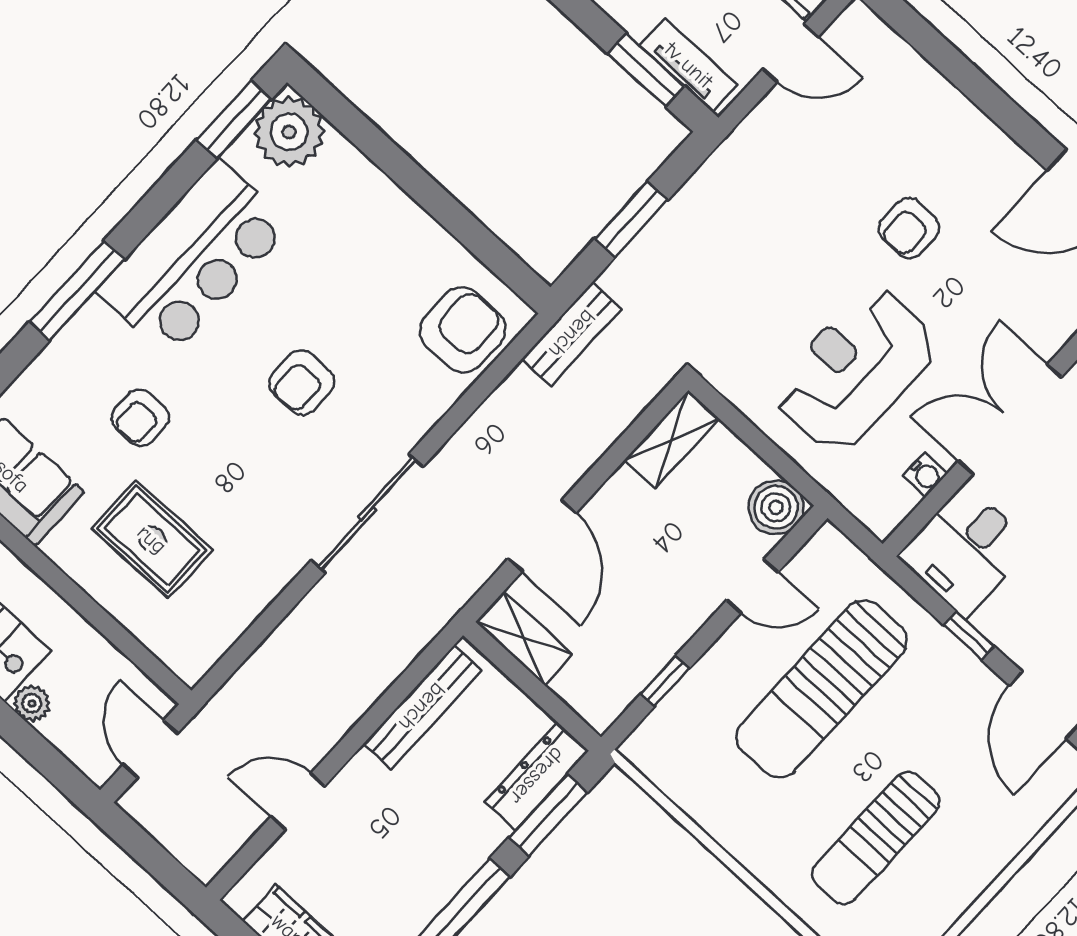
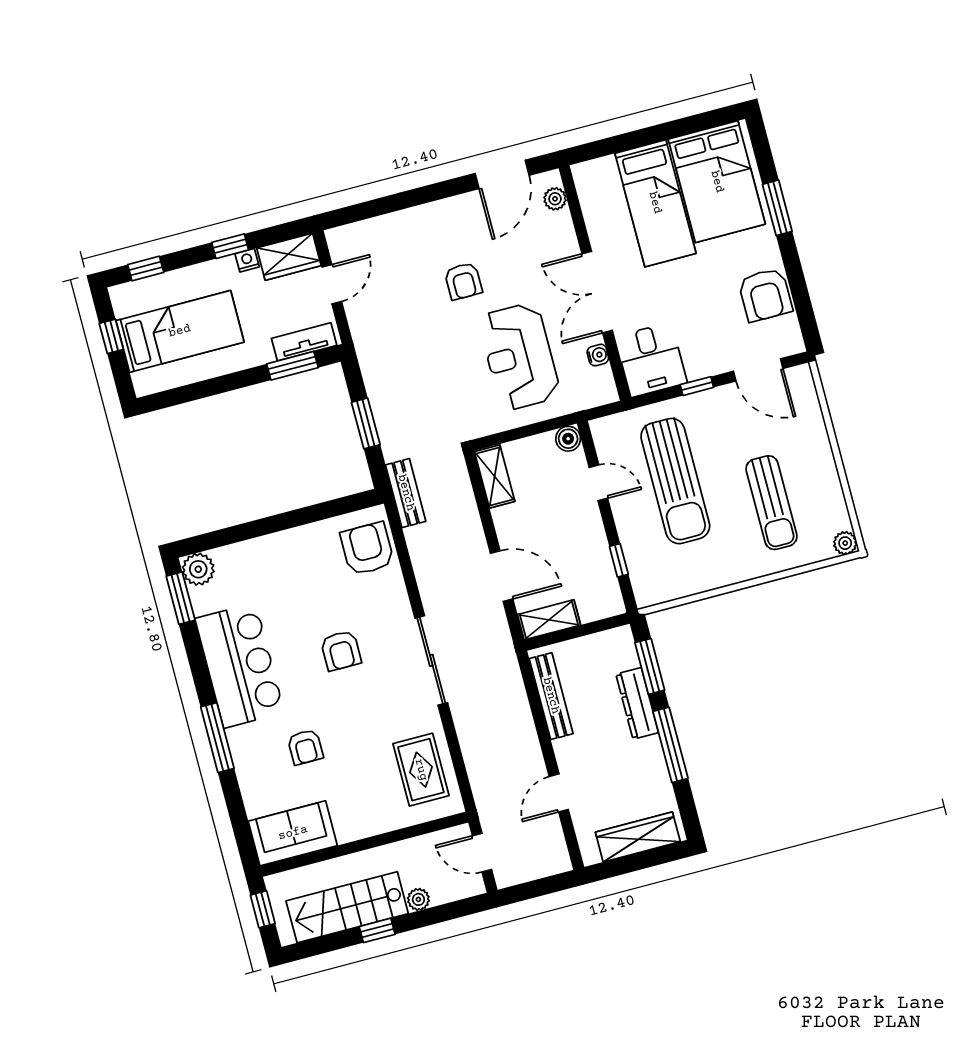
plant: (289, 132) -> (198, 569), width x0.73, depth x0.73
boiler: (776, 507) -> (568, 439), width x0.73, depth x0.73
rug: (152, 539) -> (421, 770), moved, turned 90
door: (753, 586) -> (598, 483), hinge flipped
dresser: (537, 776) -> (637, 703), moved

